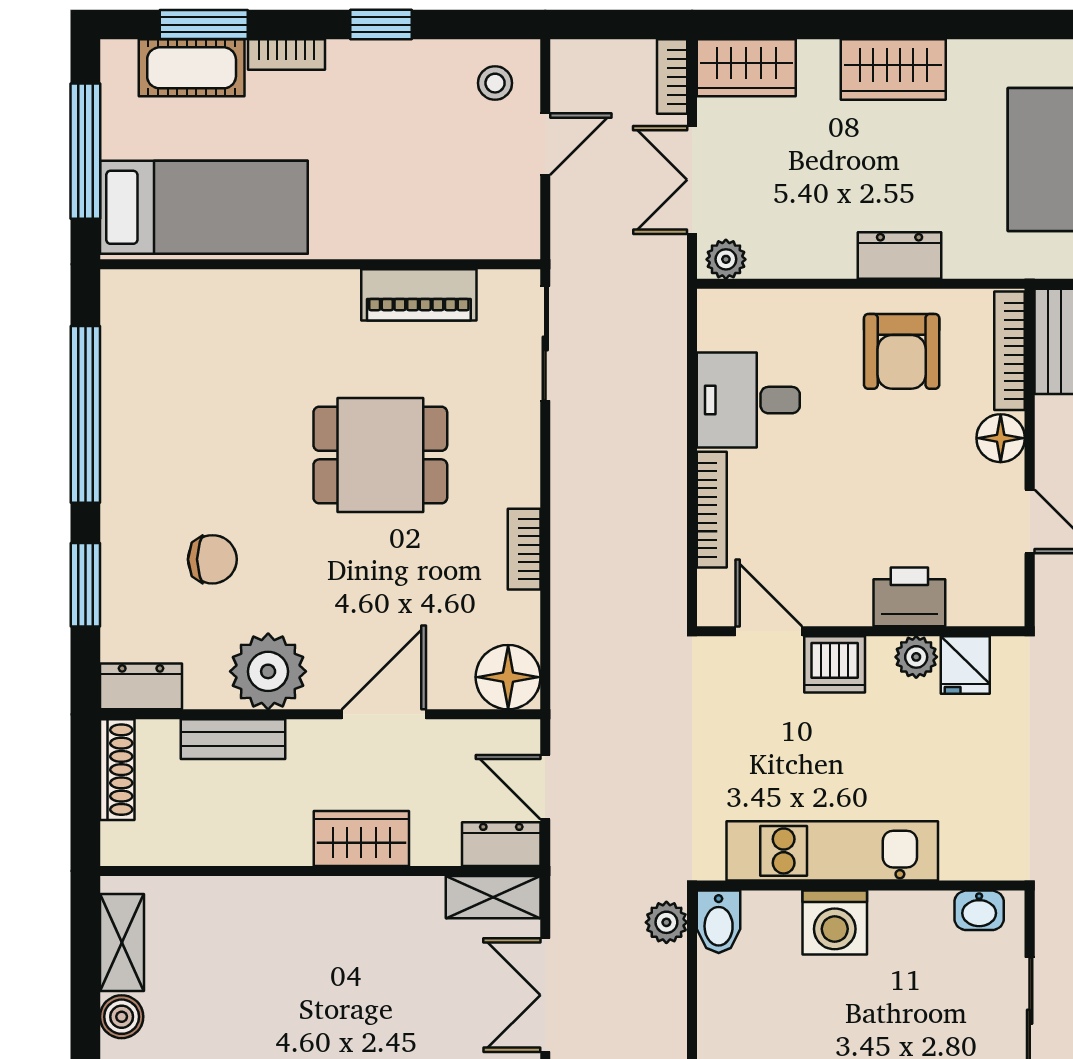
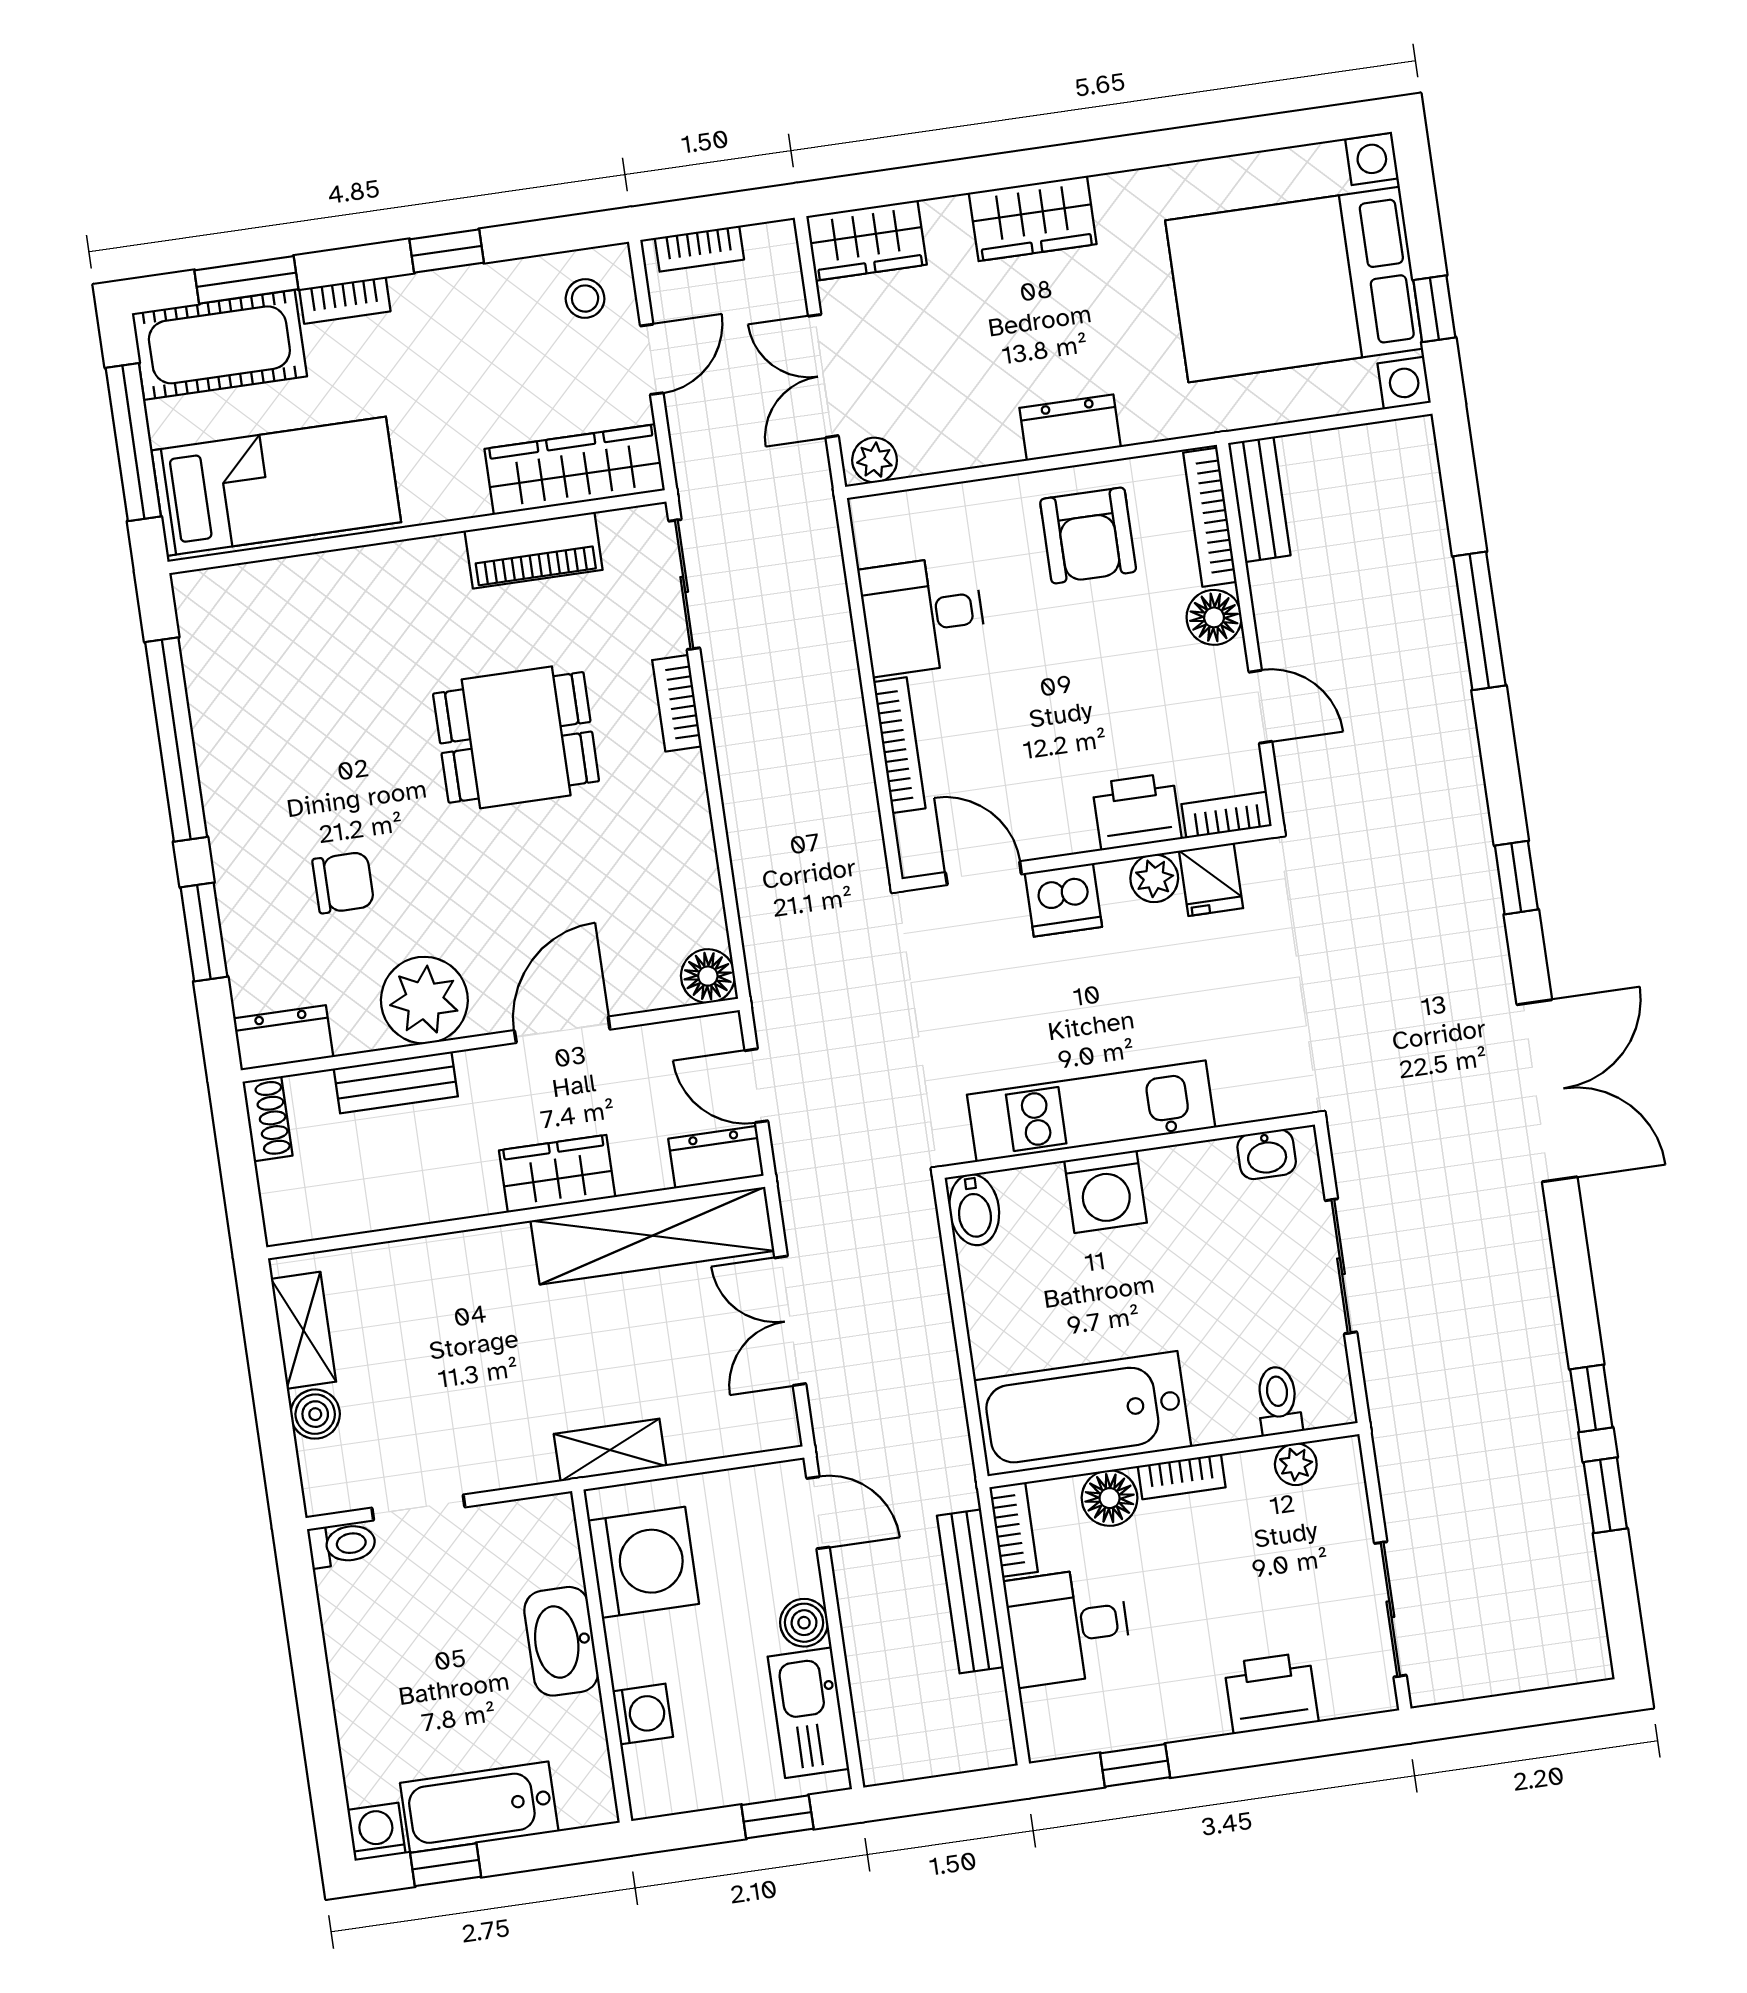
cot: (192, 68) -> (219, 345), width x1.37, depth x1.34
bookcase: (672, 77) -> (699, 249), moved, turned -90
wardrobe: (465, 230) -> (575, 470), added
bookcase: (524, 549) -> (677, 703), moved
bookcase: (987, 611) -> (1227, 815), added
floor lamp: (508, 677) -> (708, 976), width x0.73, depth x0.73
shoe rack: (117, 770) -> (268, 1119), width x0.70
shelving: (493, 897) -> (653, 1236), width x2.20, depth x1.33
plant: (666, 922) -> (915, 1219), removed

